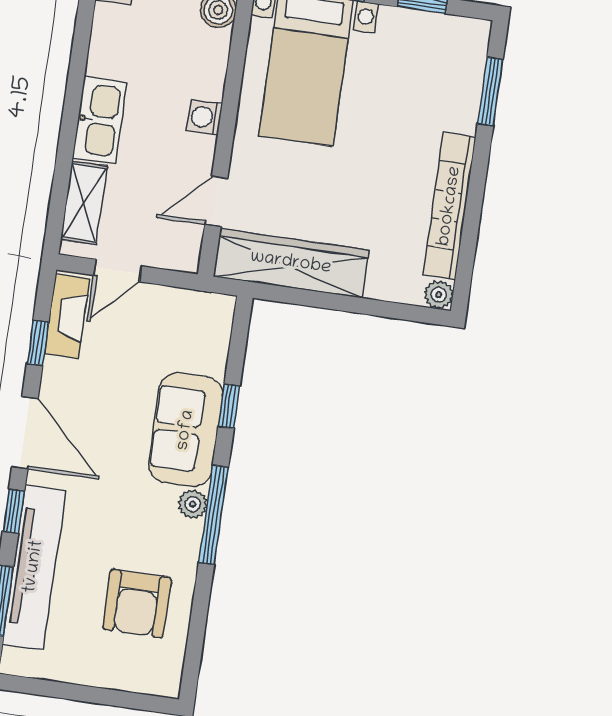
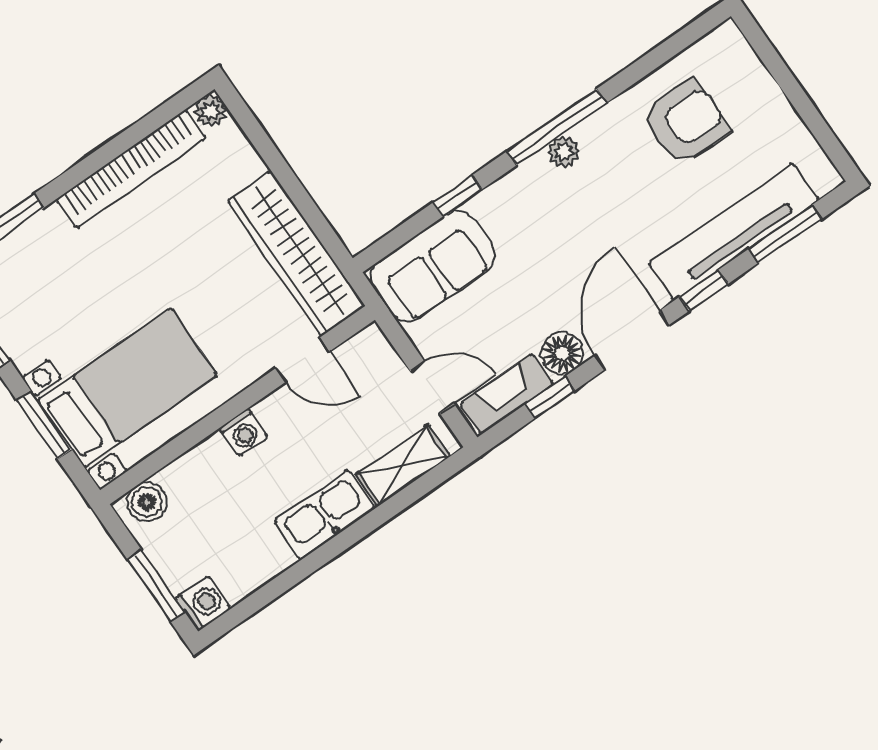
floor lamp: (60, 378) -> (562, 353), added
sofa: (186, 430) -> (432, 266), moved

